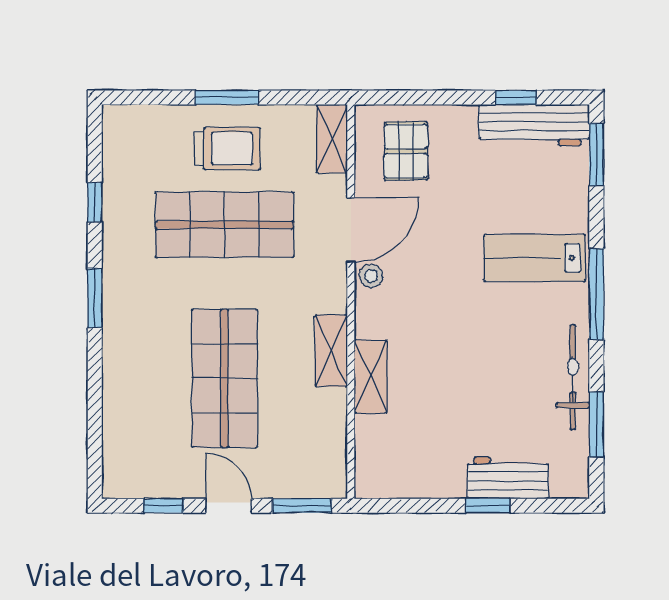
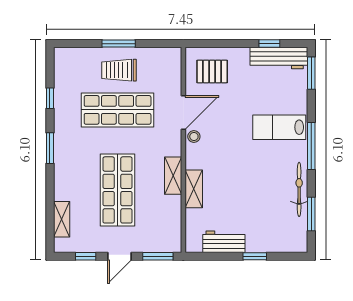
shelving: (332, 139) -> (62, 219), moved
trolley: (227, 149) -> (119, 70), turned 180
pallet: (406, 151) -> (212, 71), turned 90
workbench: (508, 478) -> (224, 242), moved
door: (228, 506) -> (120, 256), swing flipped

